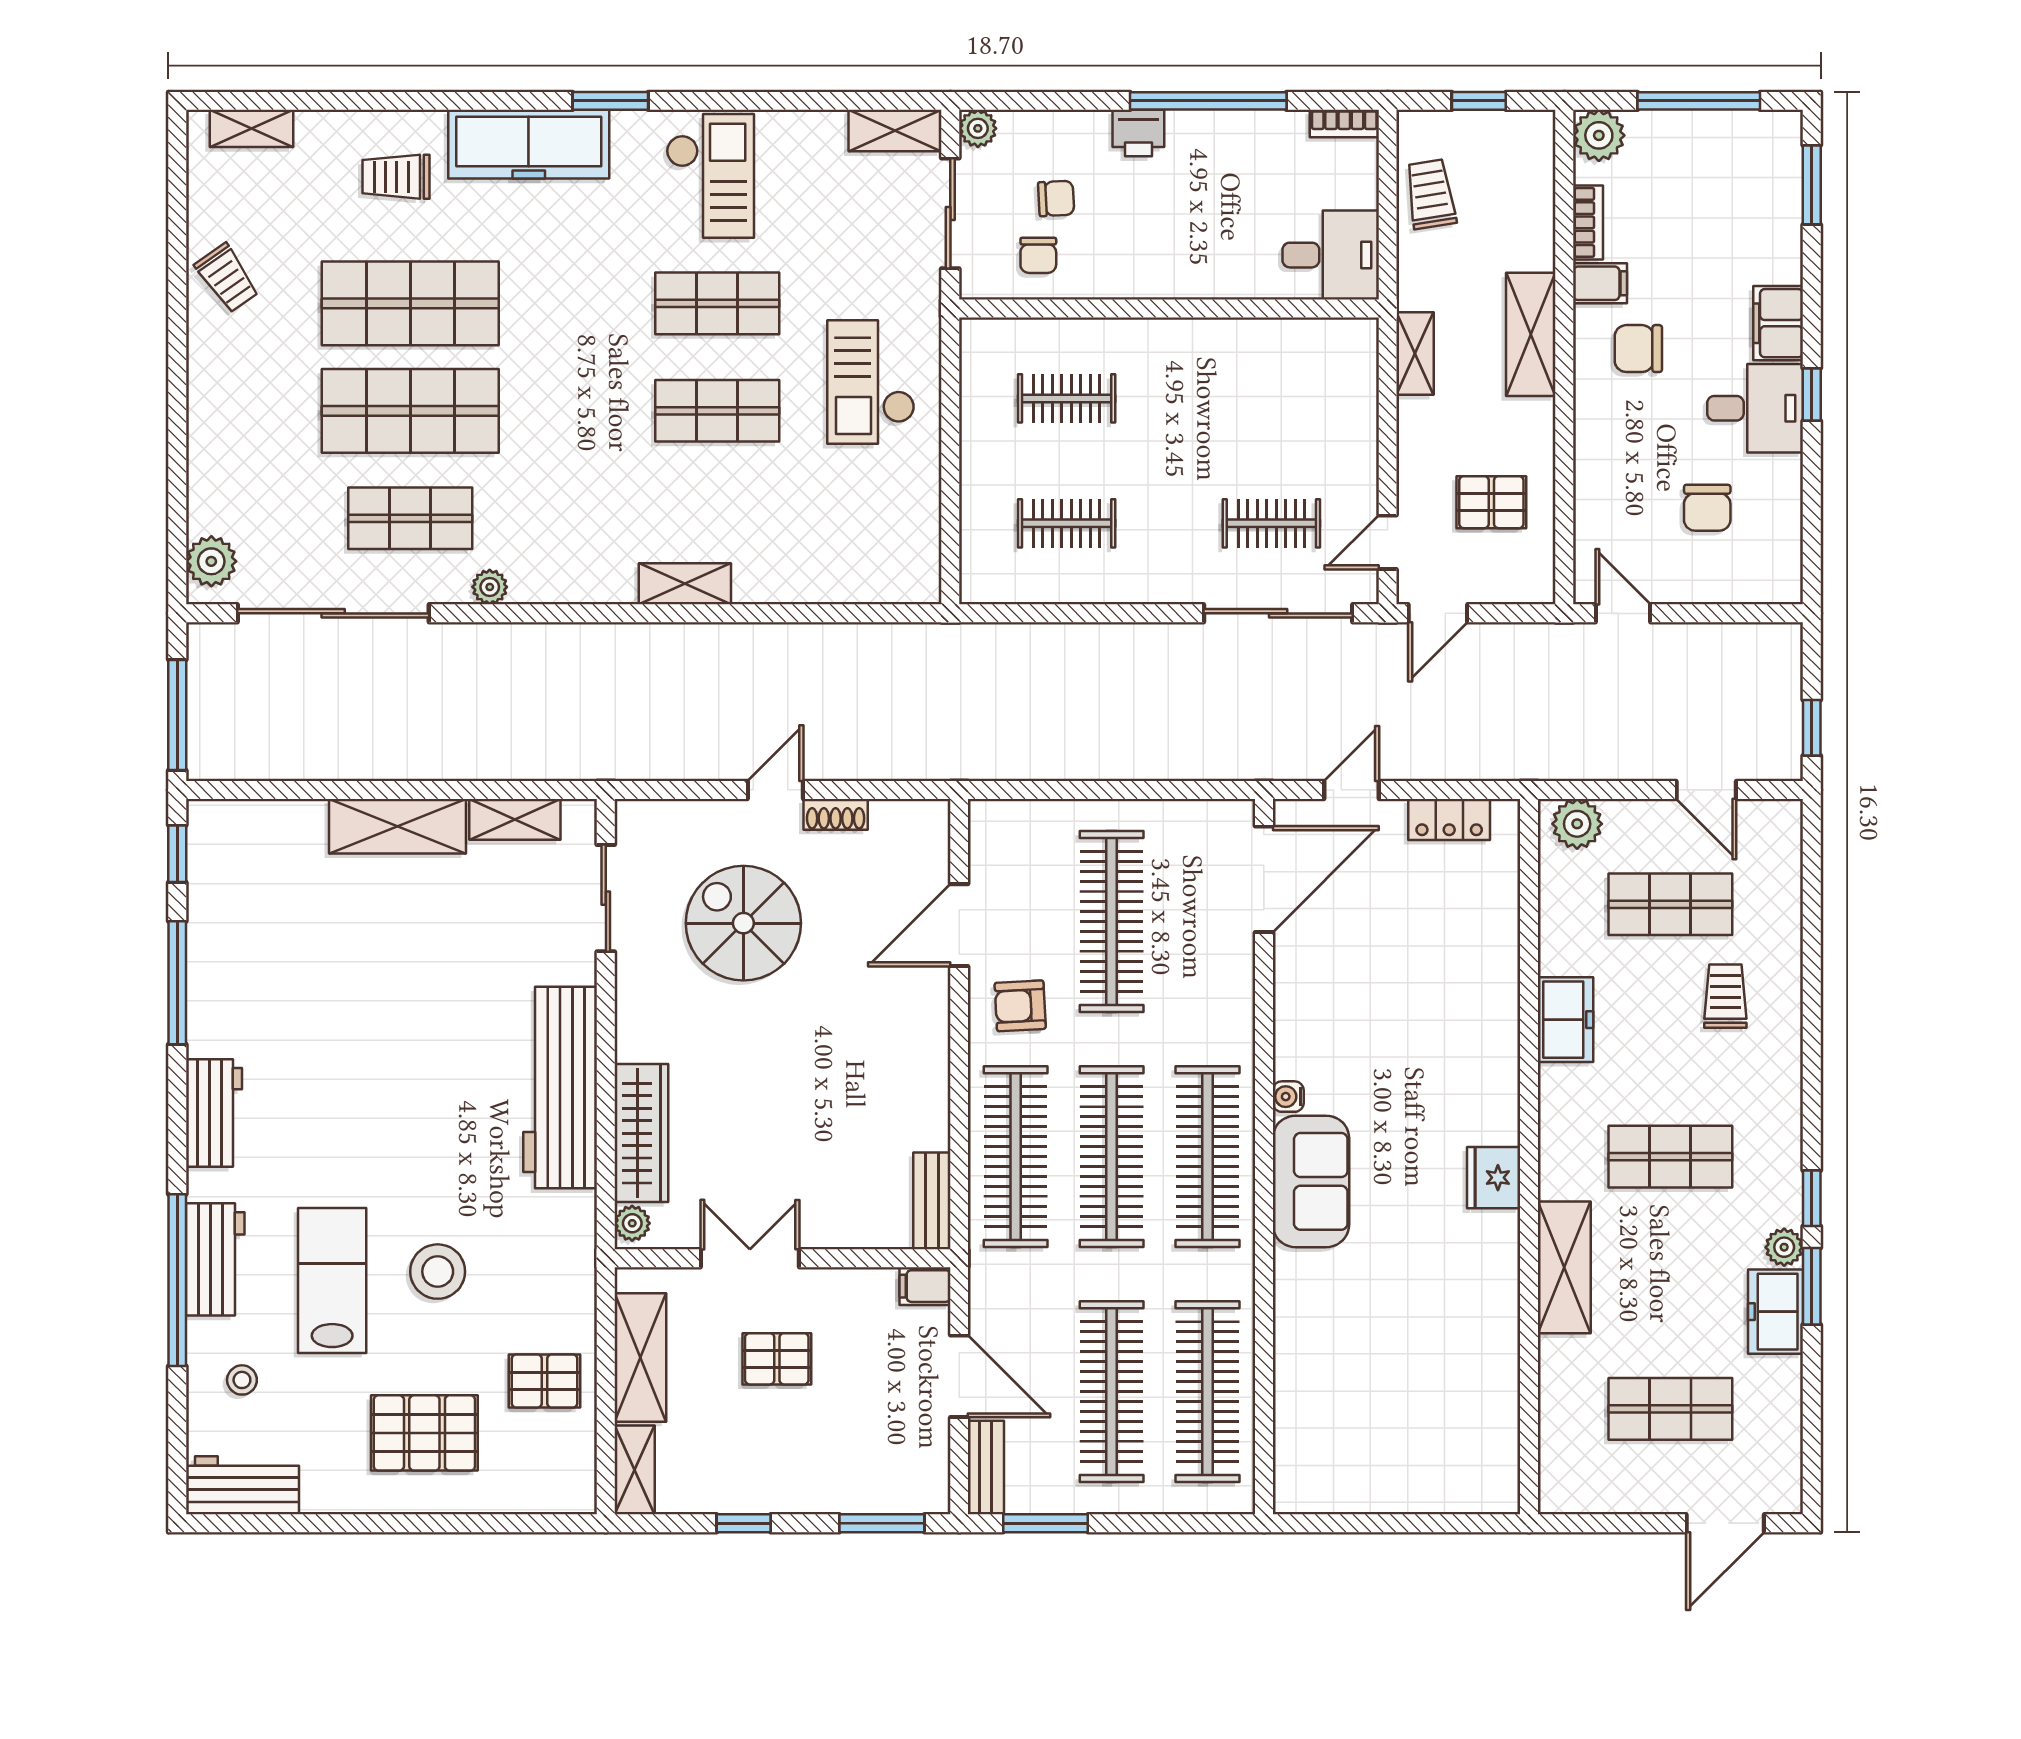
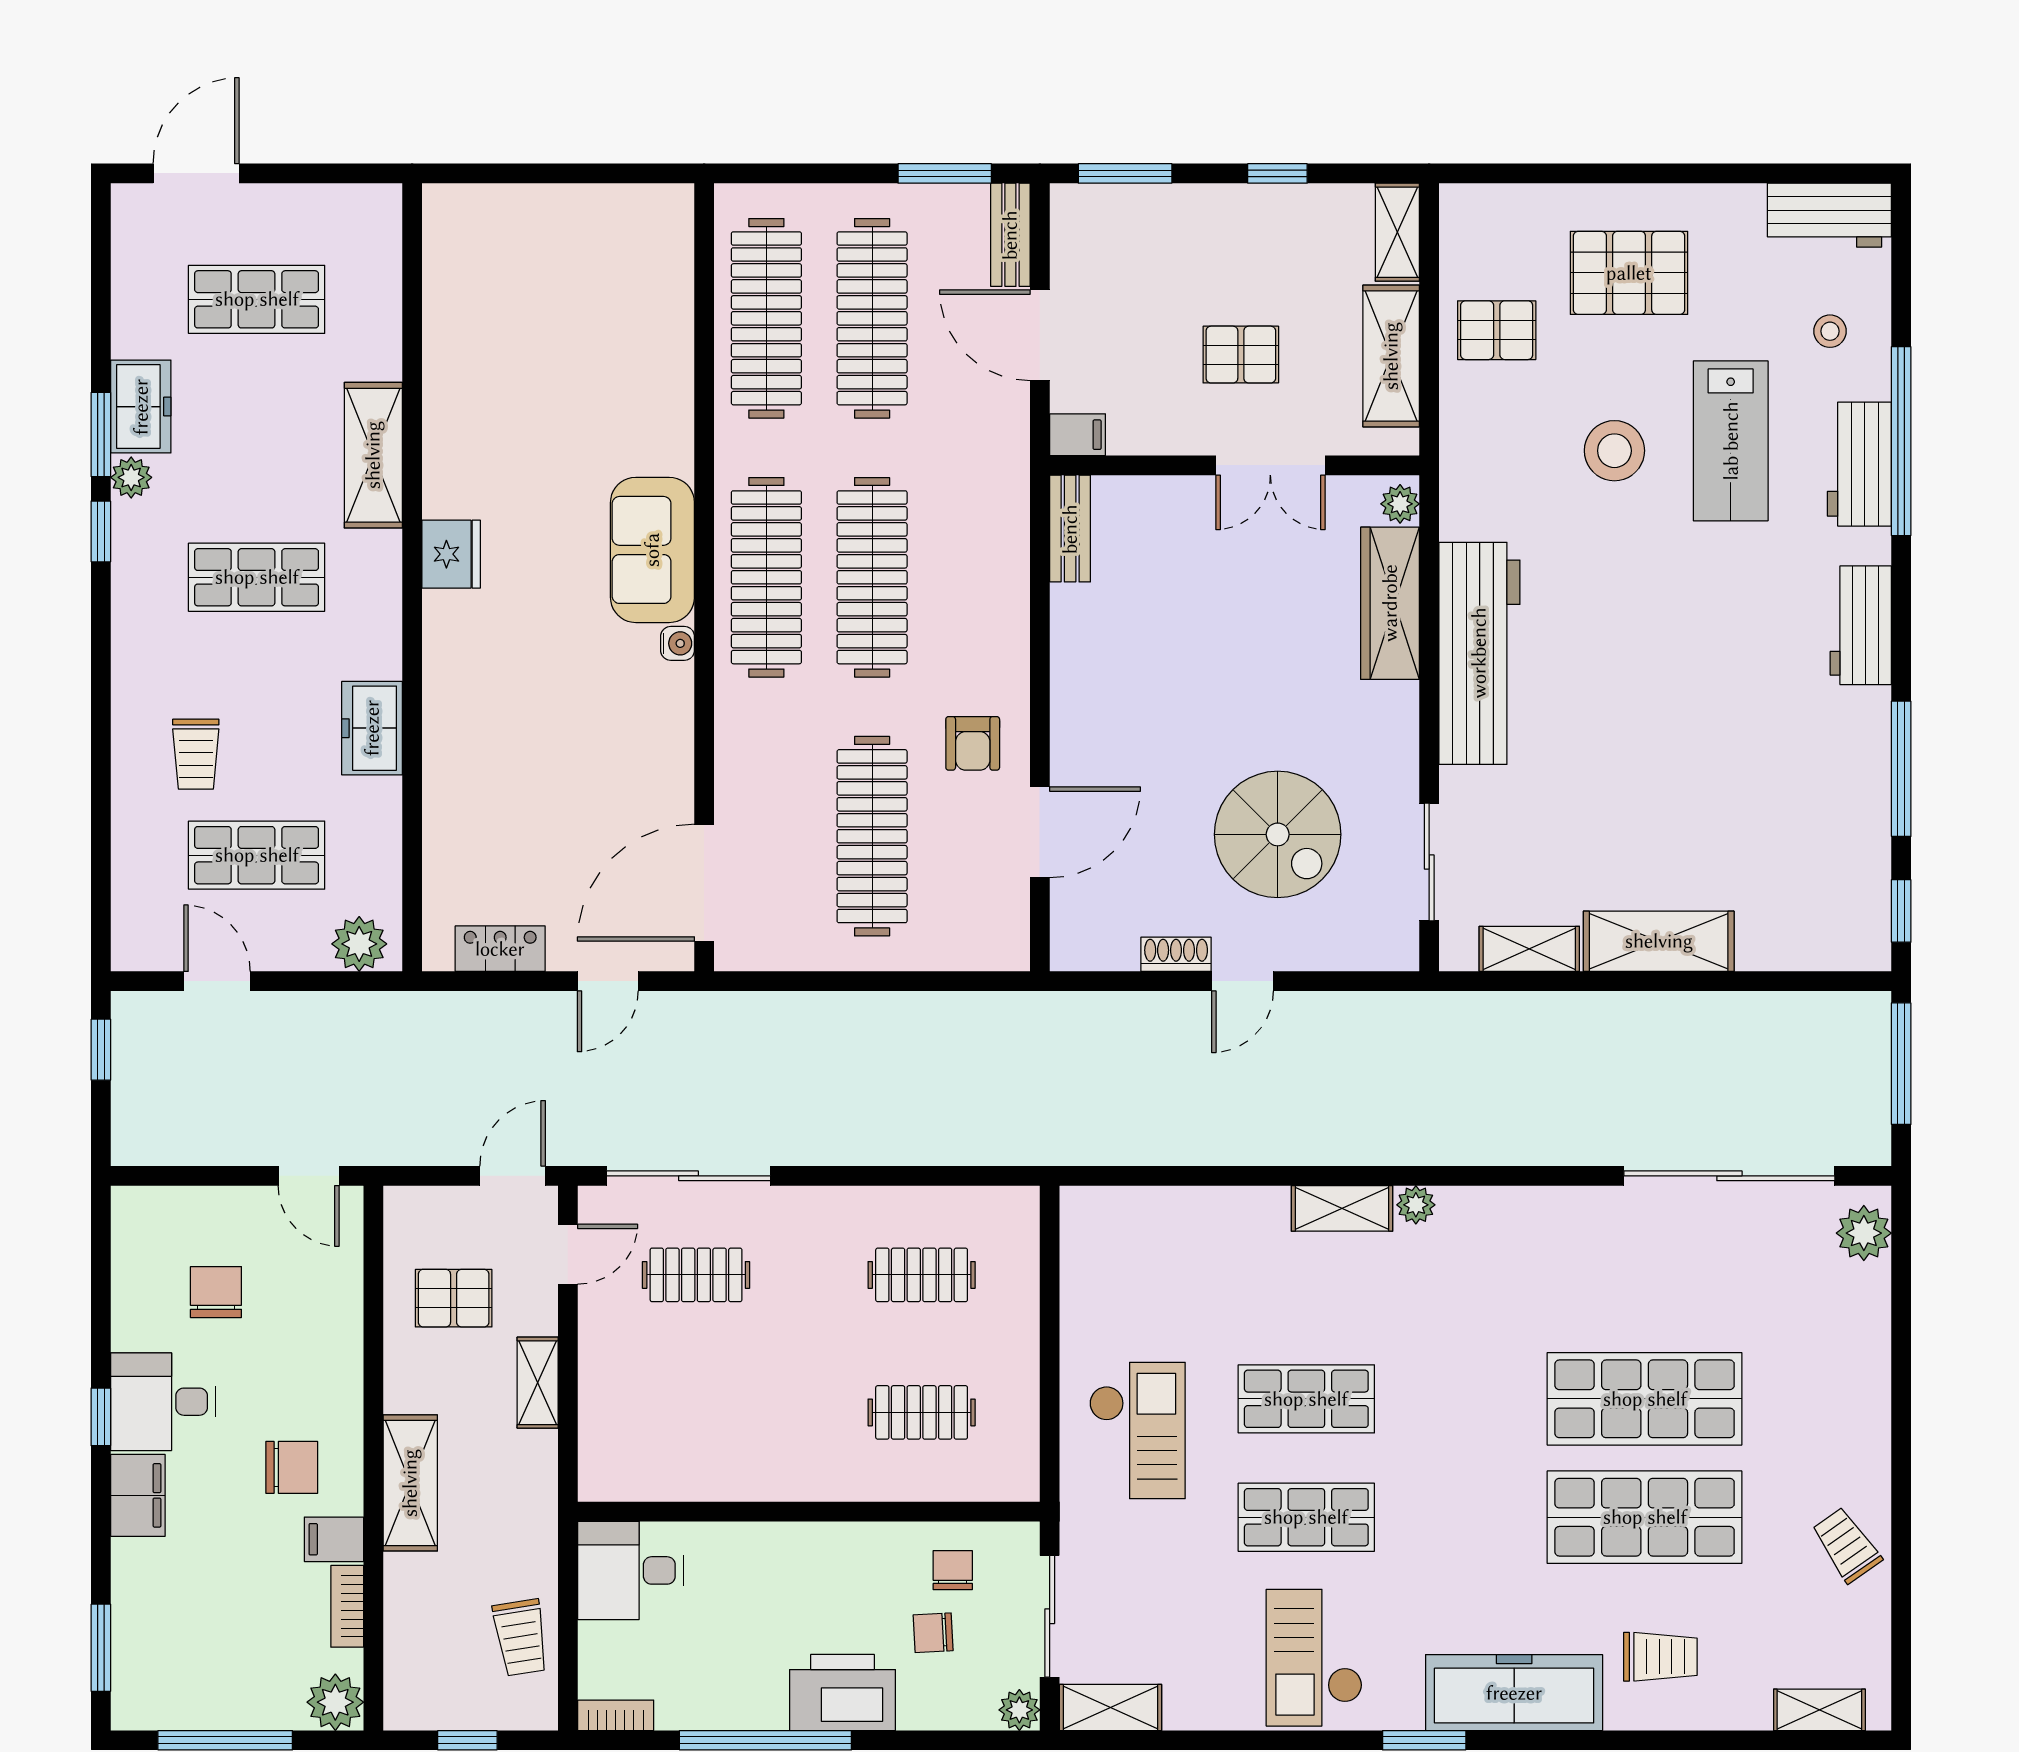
printer: (1138, 133) -> (842, 1692), width x1.87, depth x1.48
shelving: (1415, 354) -> (538, 1383), moved
shop shelf: (410, 518) -> (1645, 1280), removed
plant: (490, 587) -> (1416, 1205), moved
armchair: (1020, 1006) -> (973, 743), turned 93
clothes rail: (1016, 1157) -> (978, 577), removed

